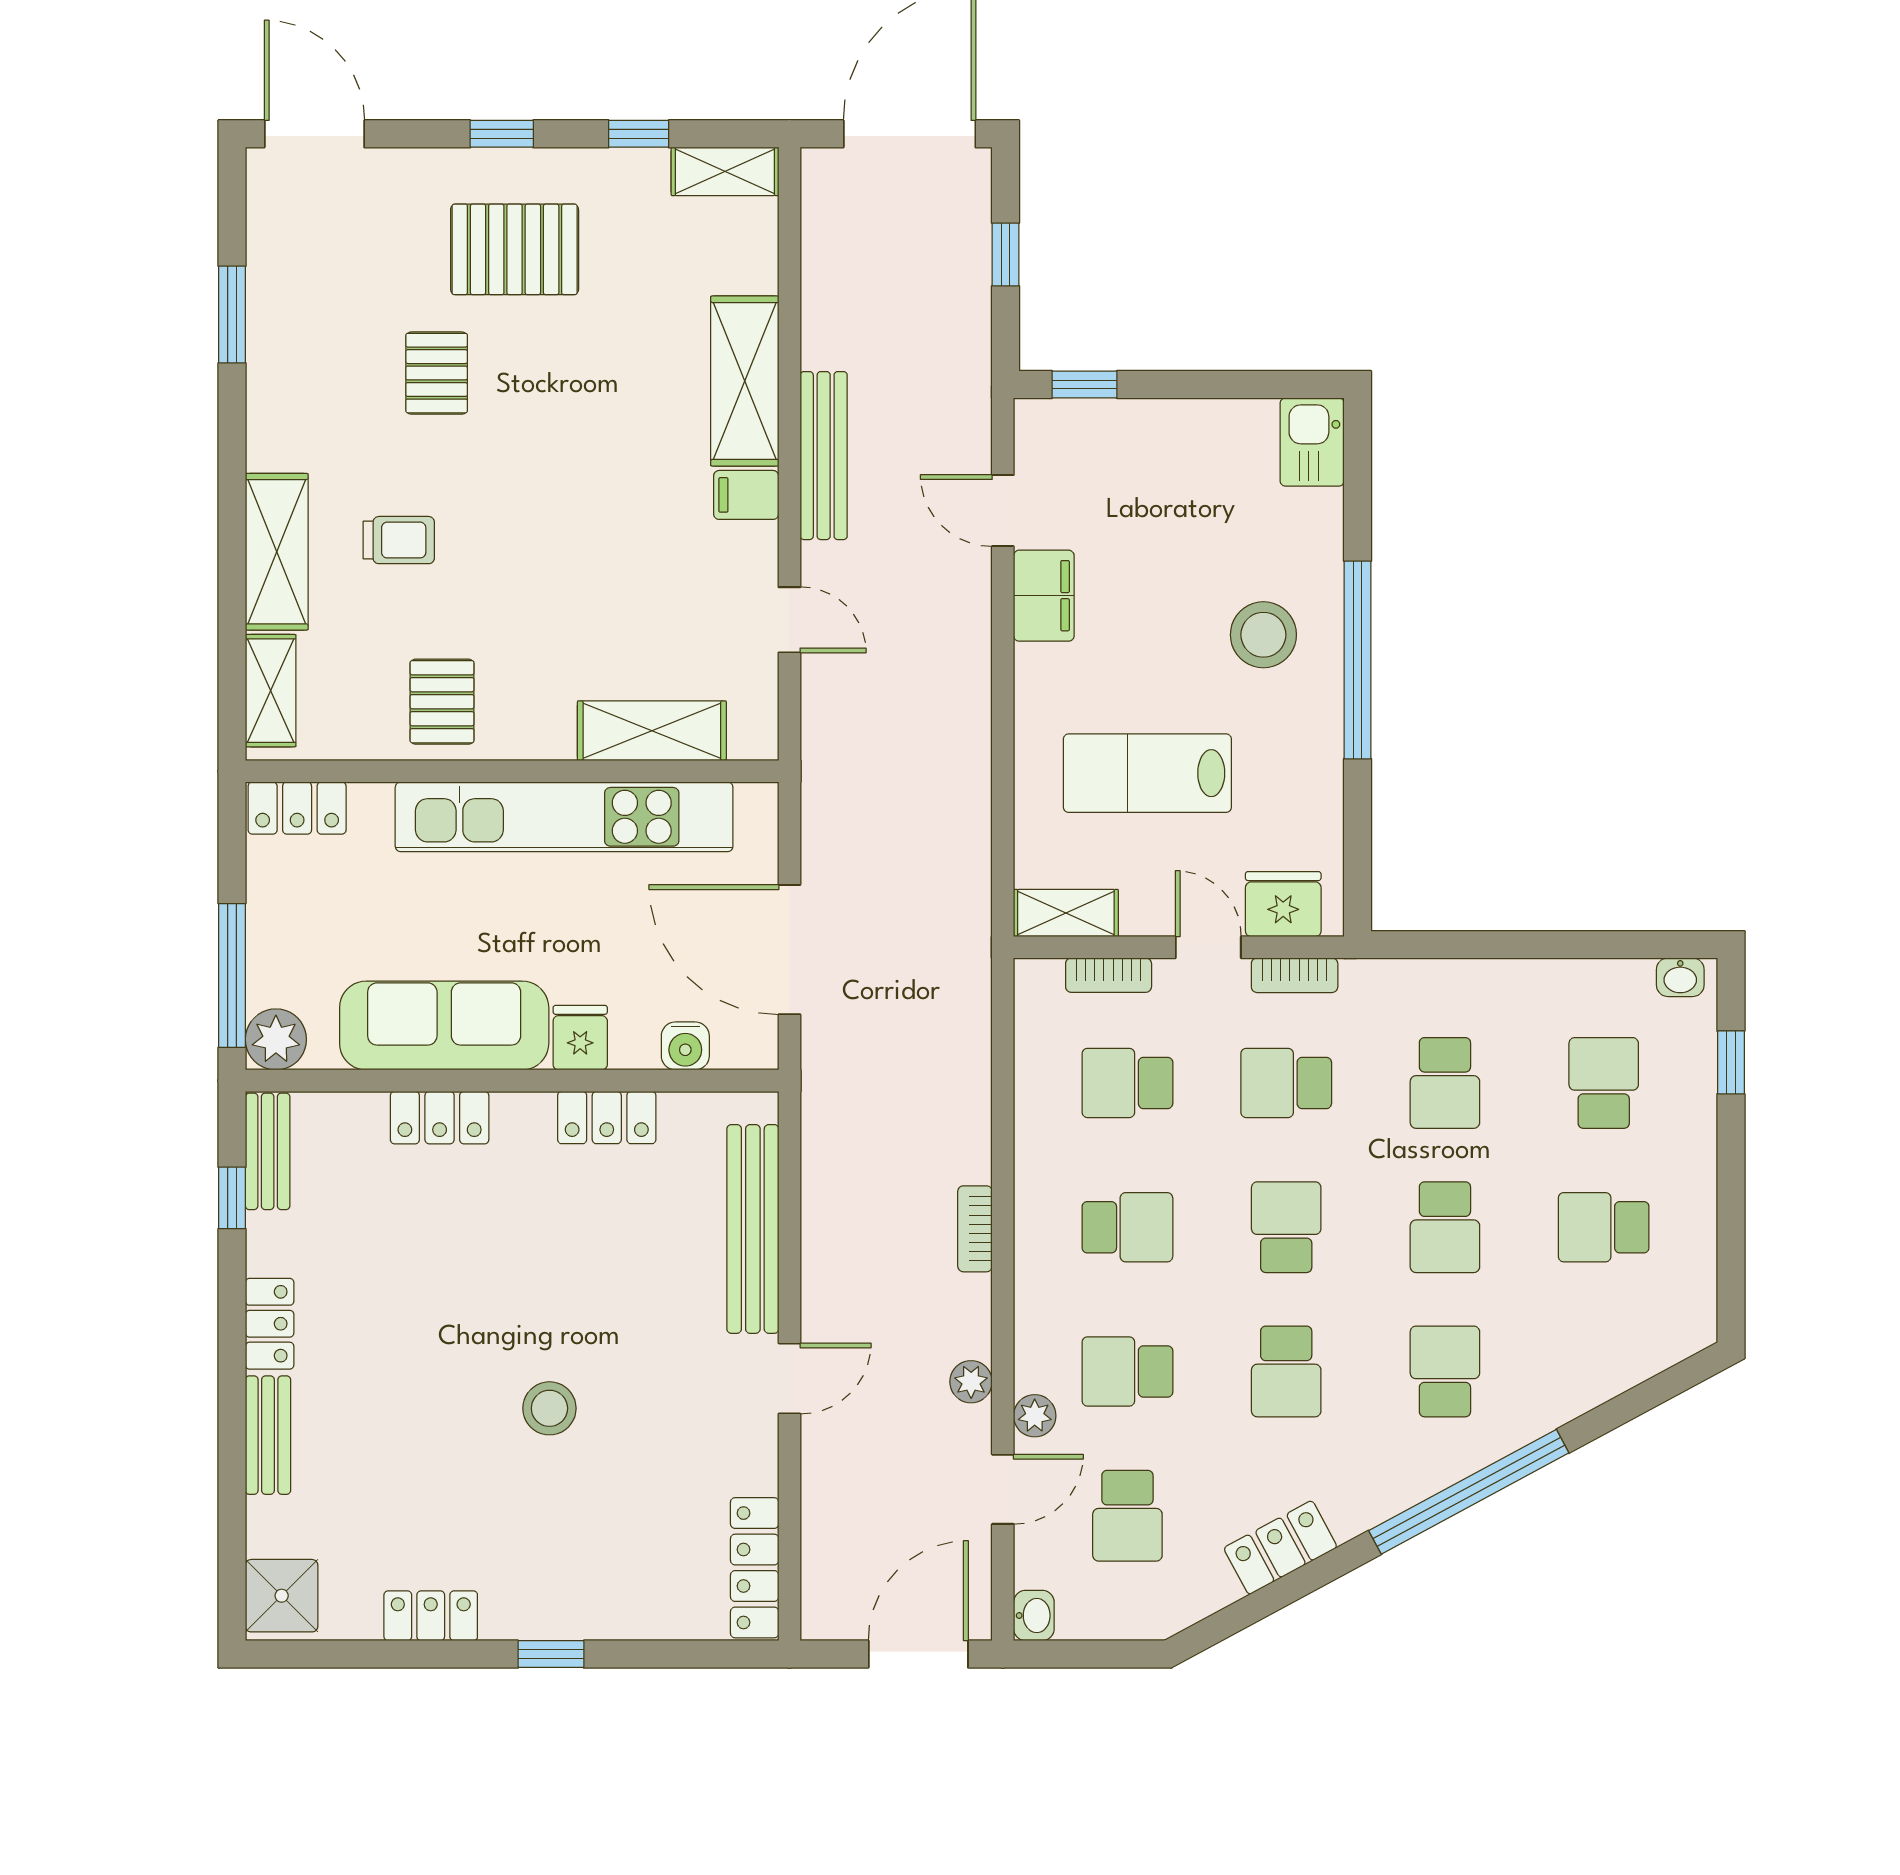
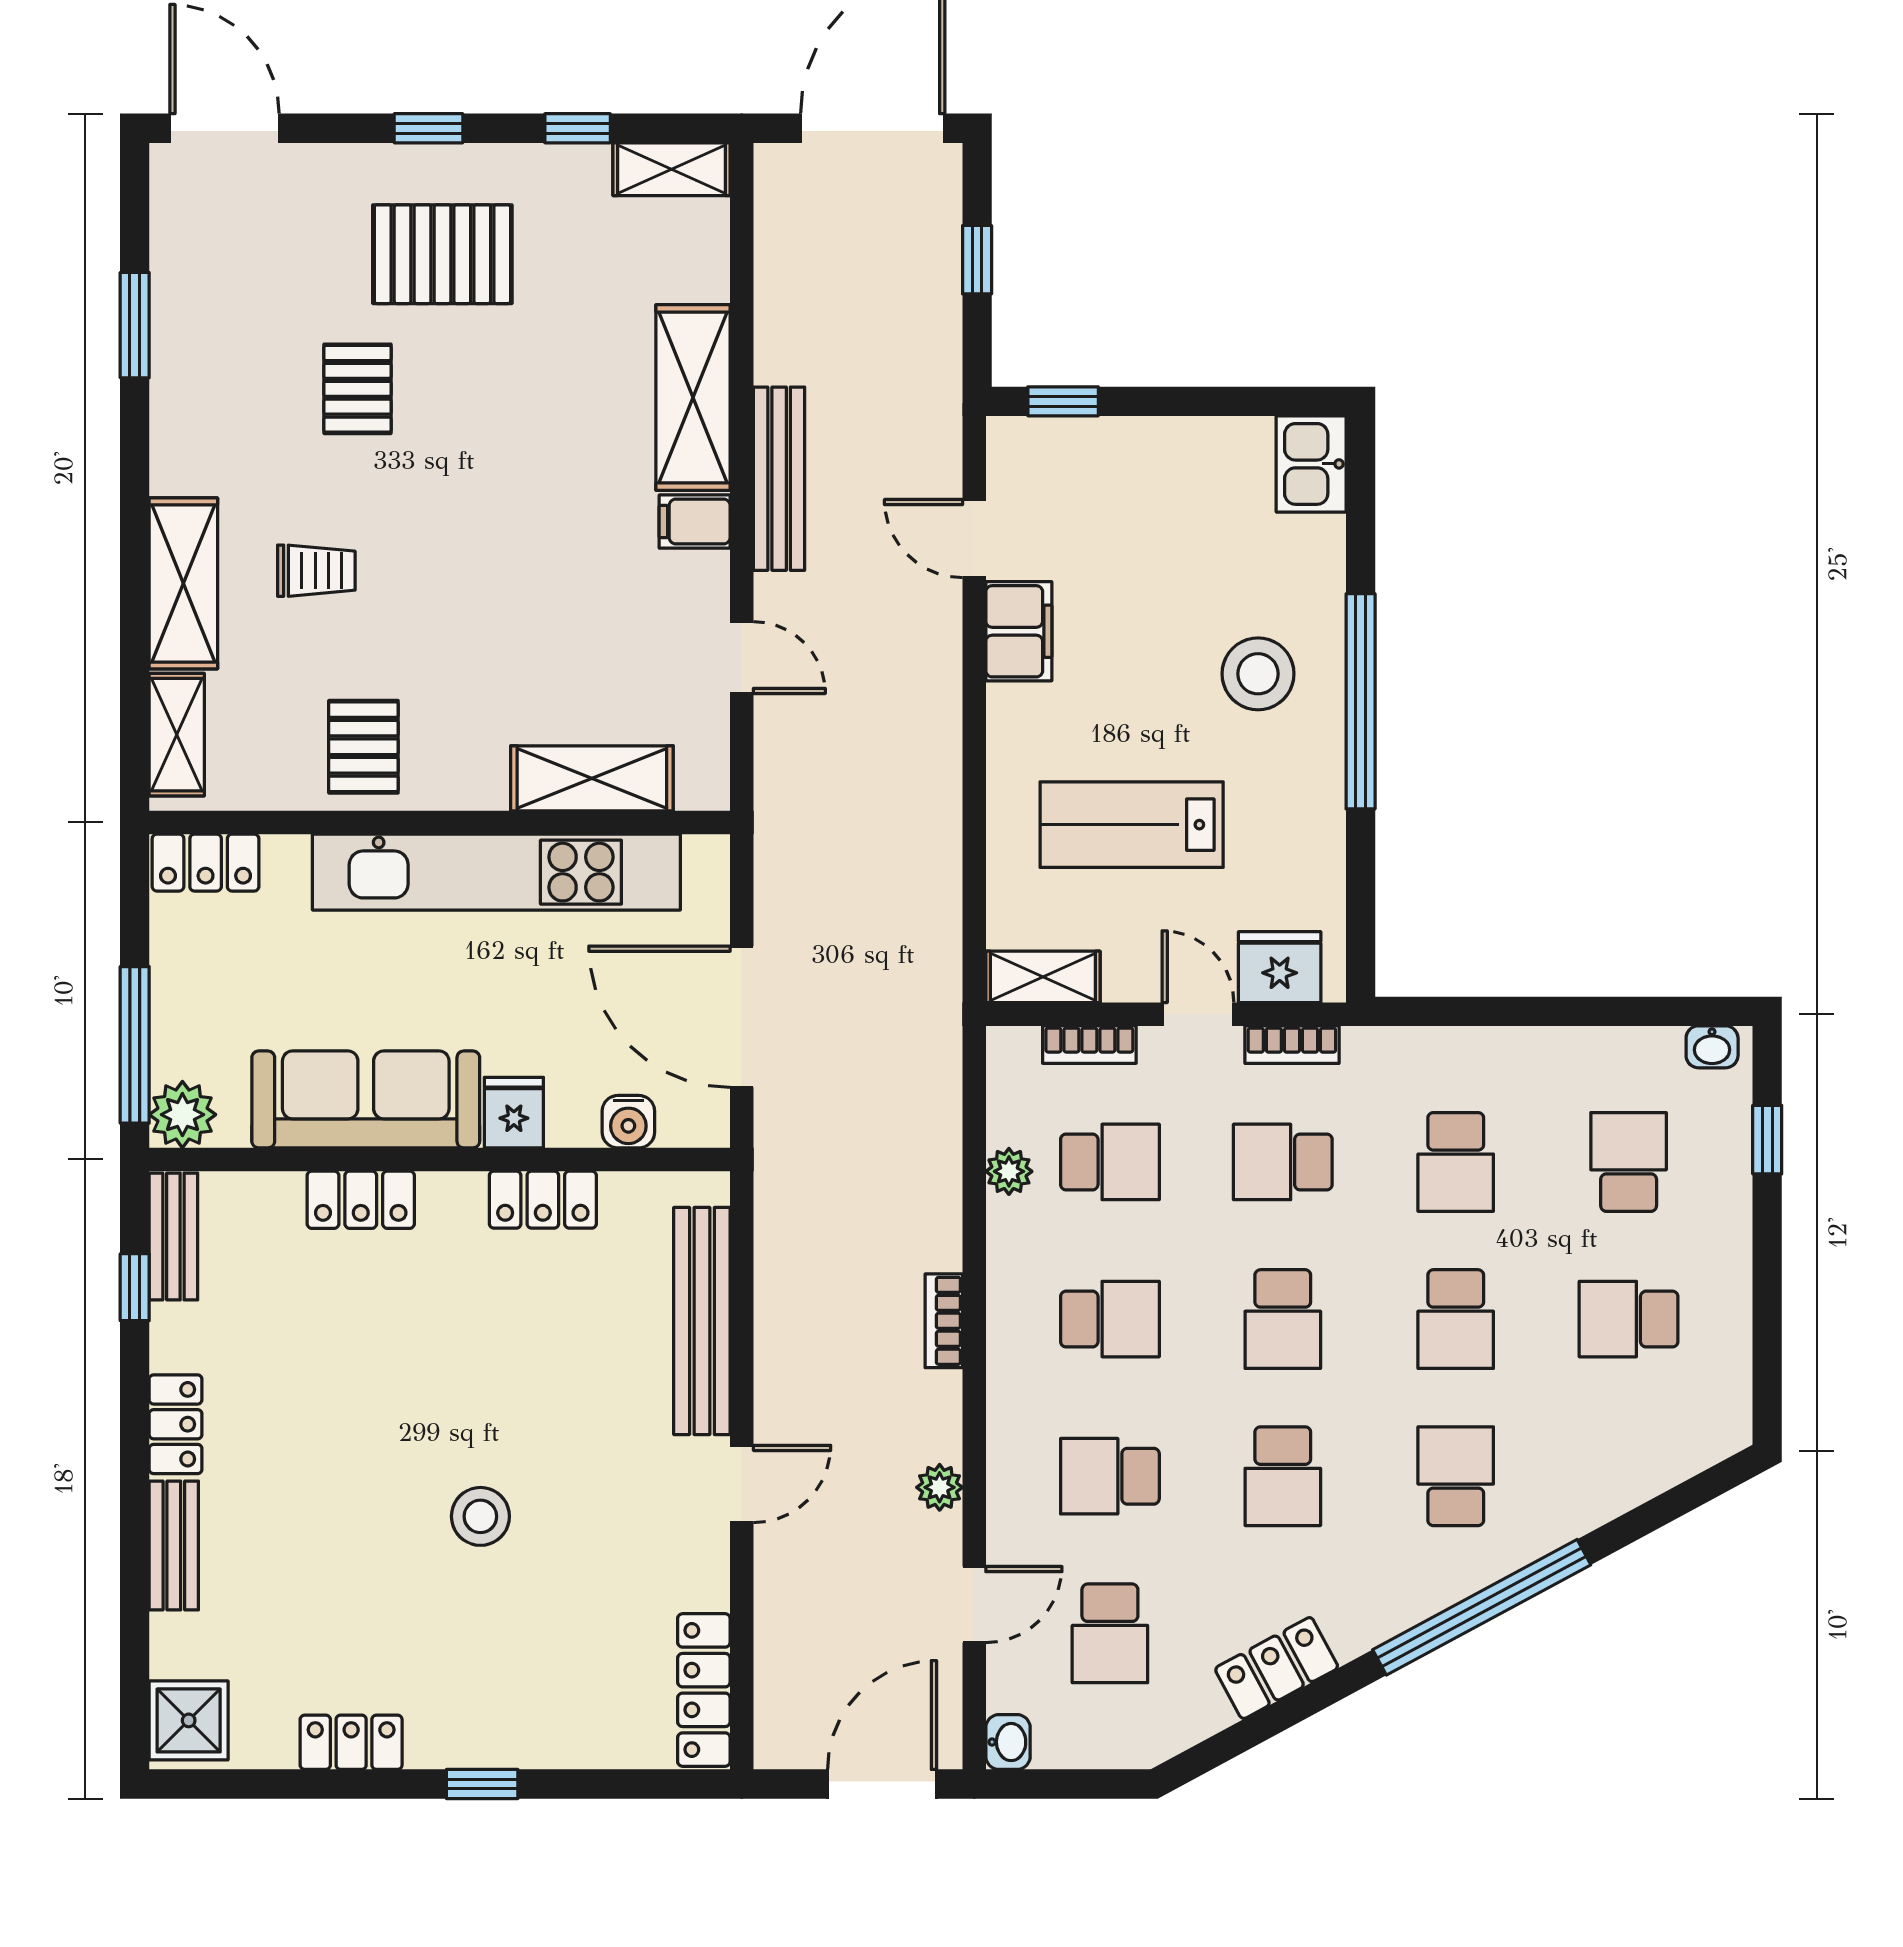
school desk: (1127, 1083) -> (1110, 1162), turned 180
school desk: (1286, 1227) -> (1283, 1319), turned 180
plant: (1035, 1416) -> (1009, 1171), moved

